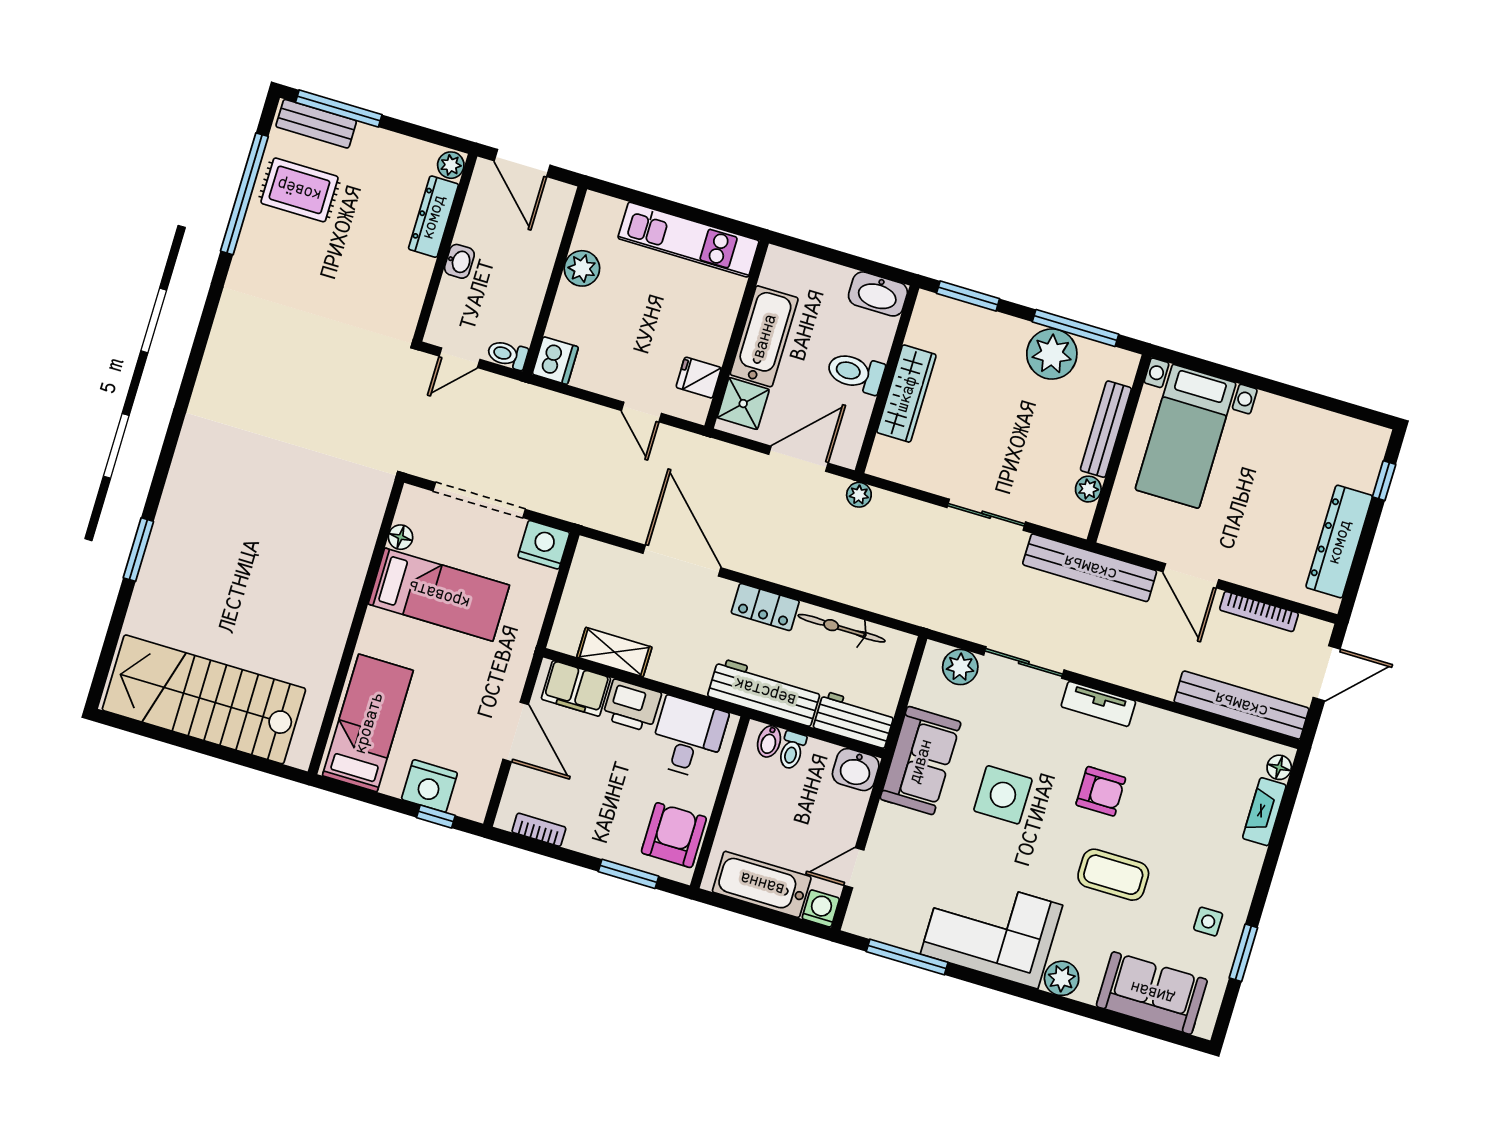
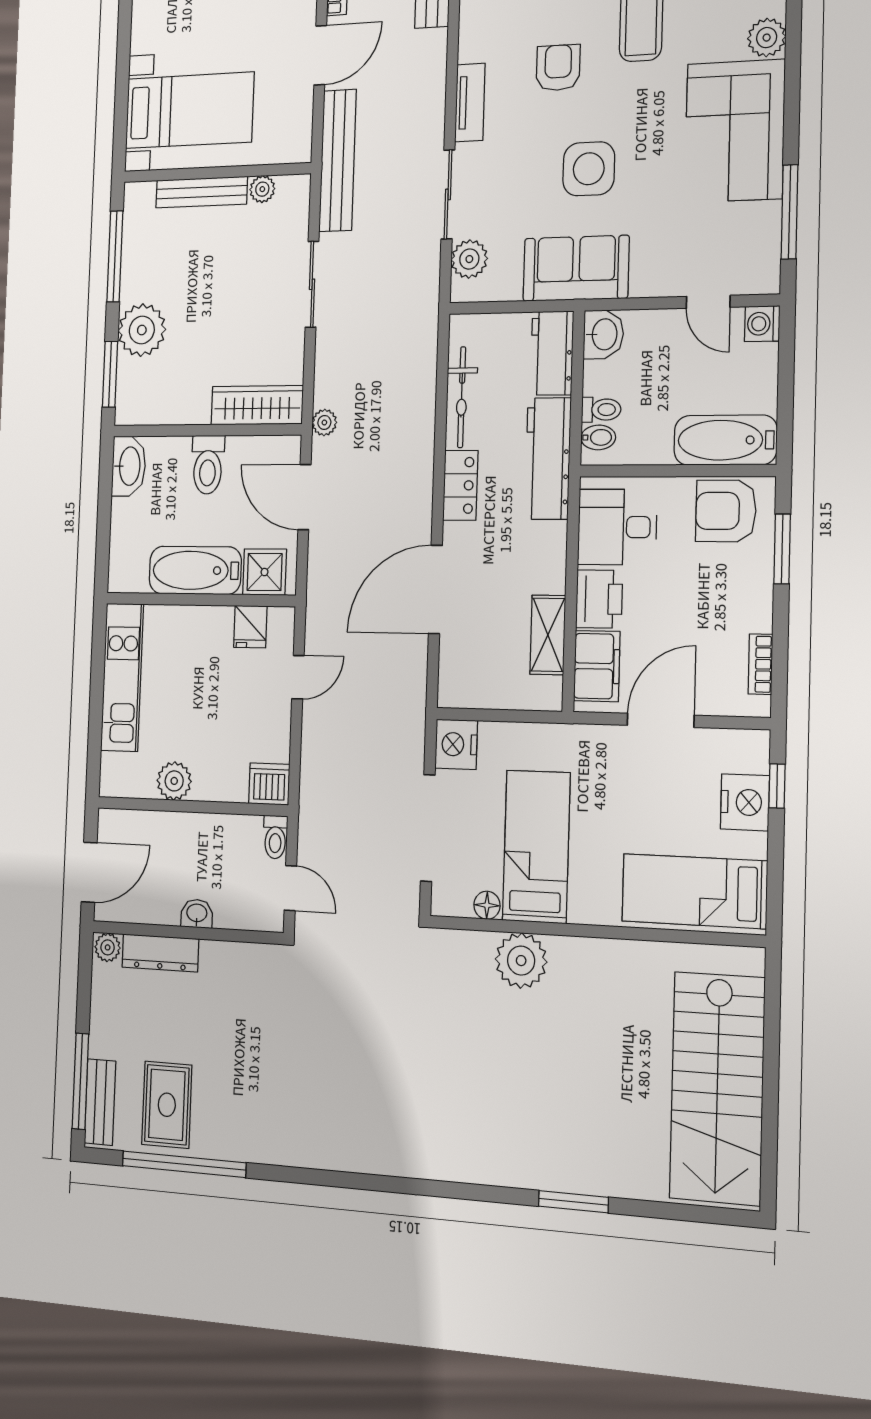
plant: (1052, 354) -> (142, 330), moved
wardrobe: (906, 394) -> (257, 405), moved
plant: (347, 556) -> (521, 961), added
bathtub: (762, 884) -> (725, 440), moved, turned 90

